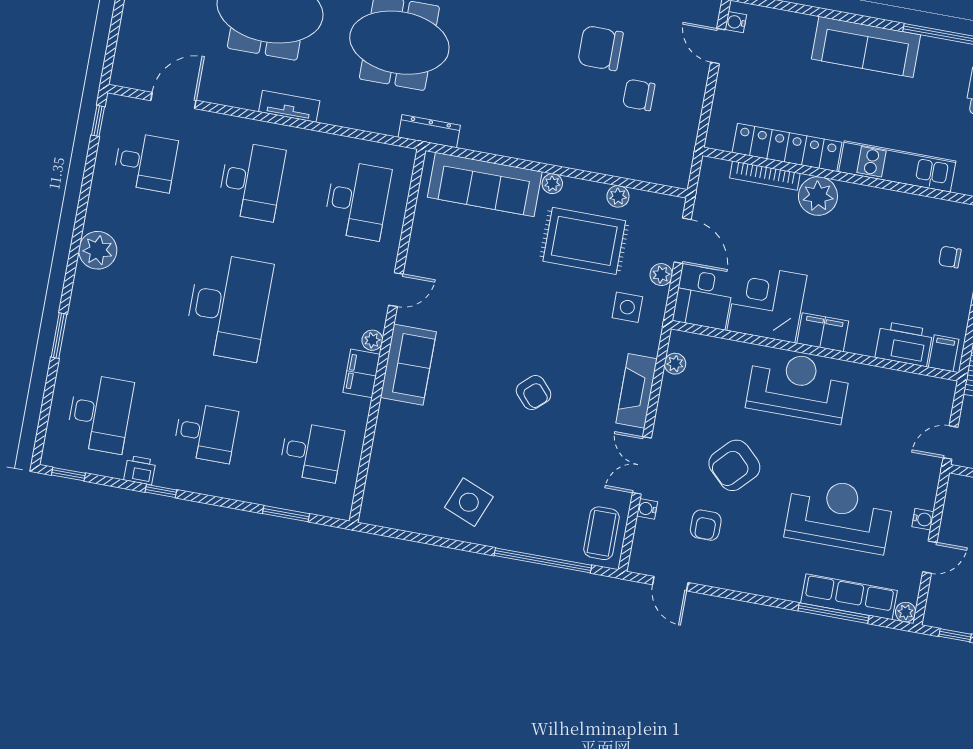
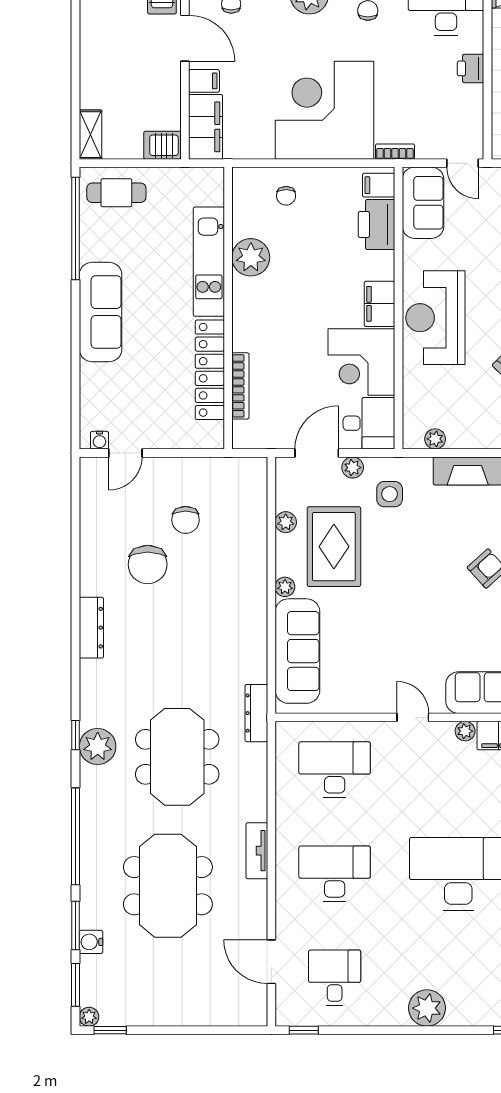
plant: (818, 196) -> (251, 257), moved
sofa: (918, 395) -> (423, 203), added

